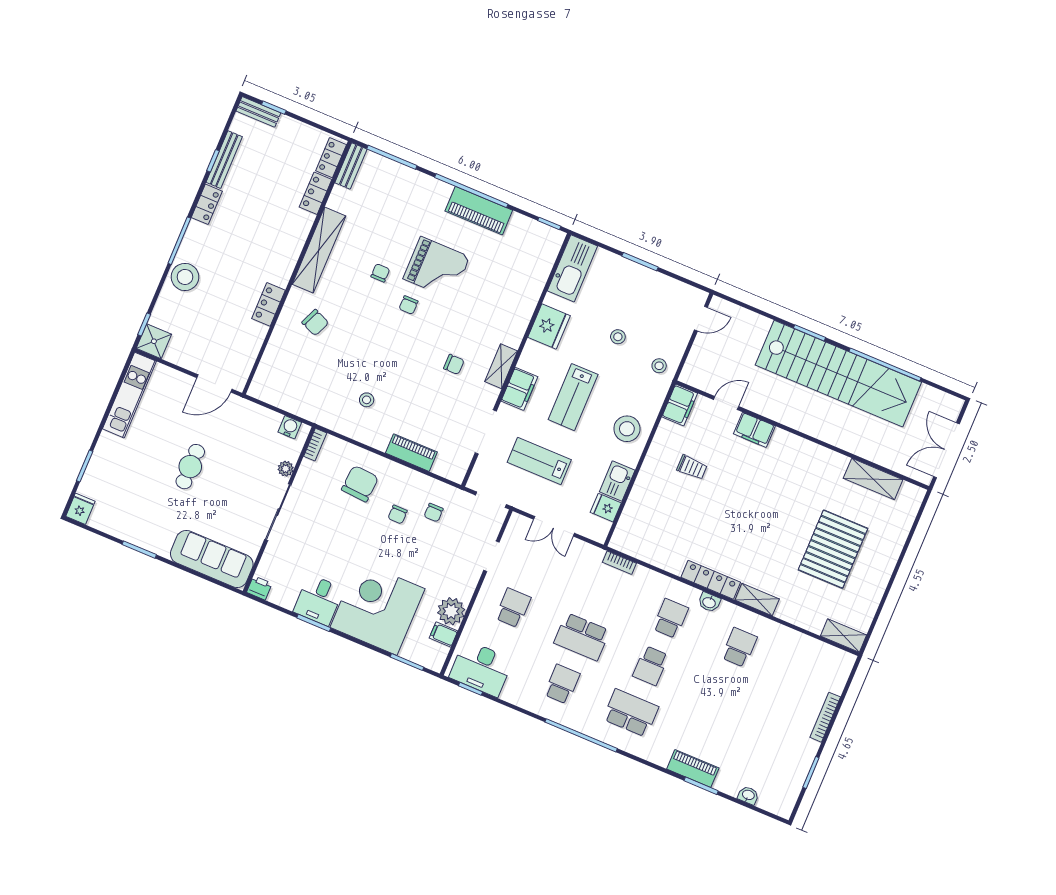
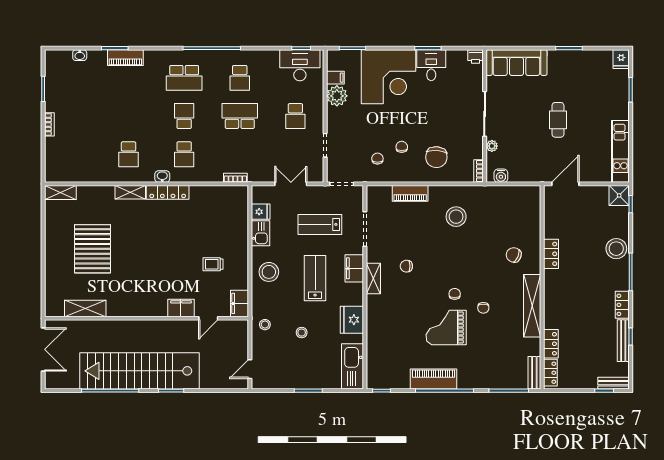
stool: (367, 400) -> (456, 217), width x1.89, depth x1.89
lab bench: (539, 461) -> (320, 224), turned 180
bookcase: (825, 717) -> (49, 124), width x0.64

